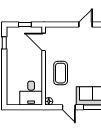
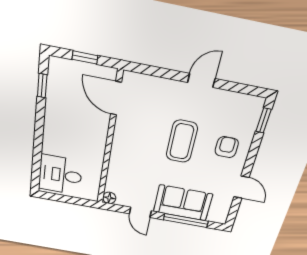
coffee table: (61, 73) -> (182, 141), moved
desk: (31, 93) -> (60, 175), moved, turned 90

